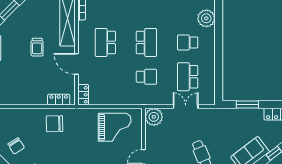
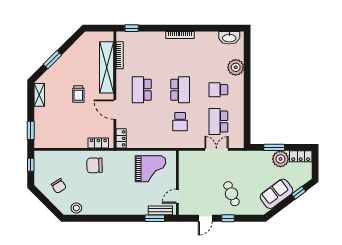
school desk: (146, 77) -> (180, 122), turned 90
plant: (154, 117) -> (280, 159), moved

